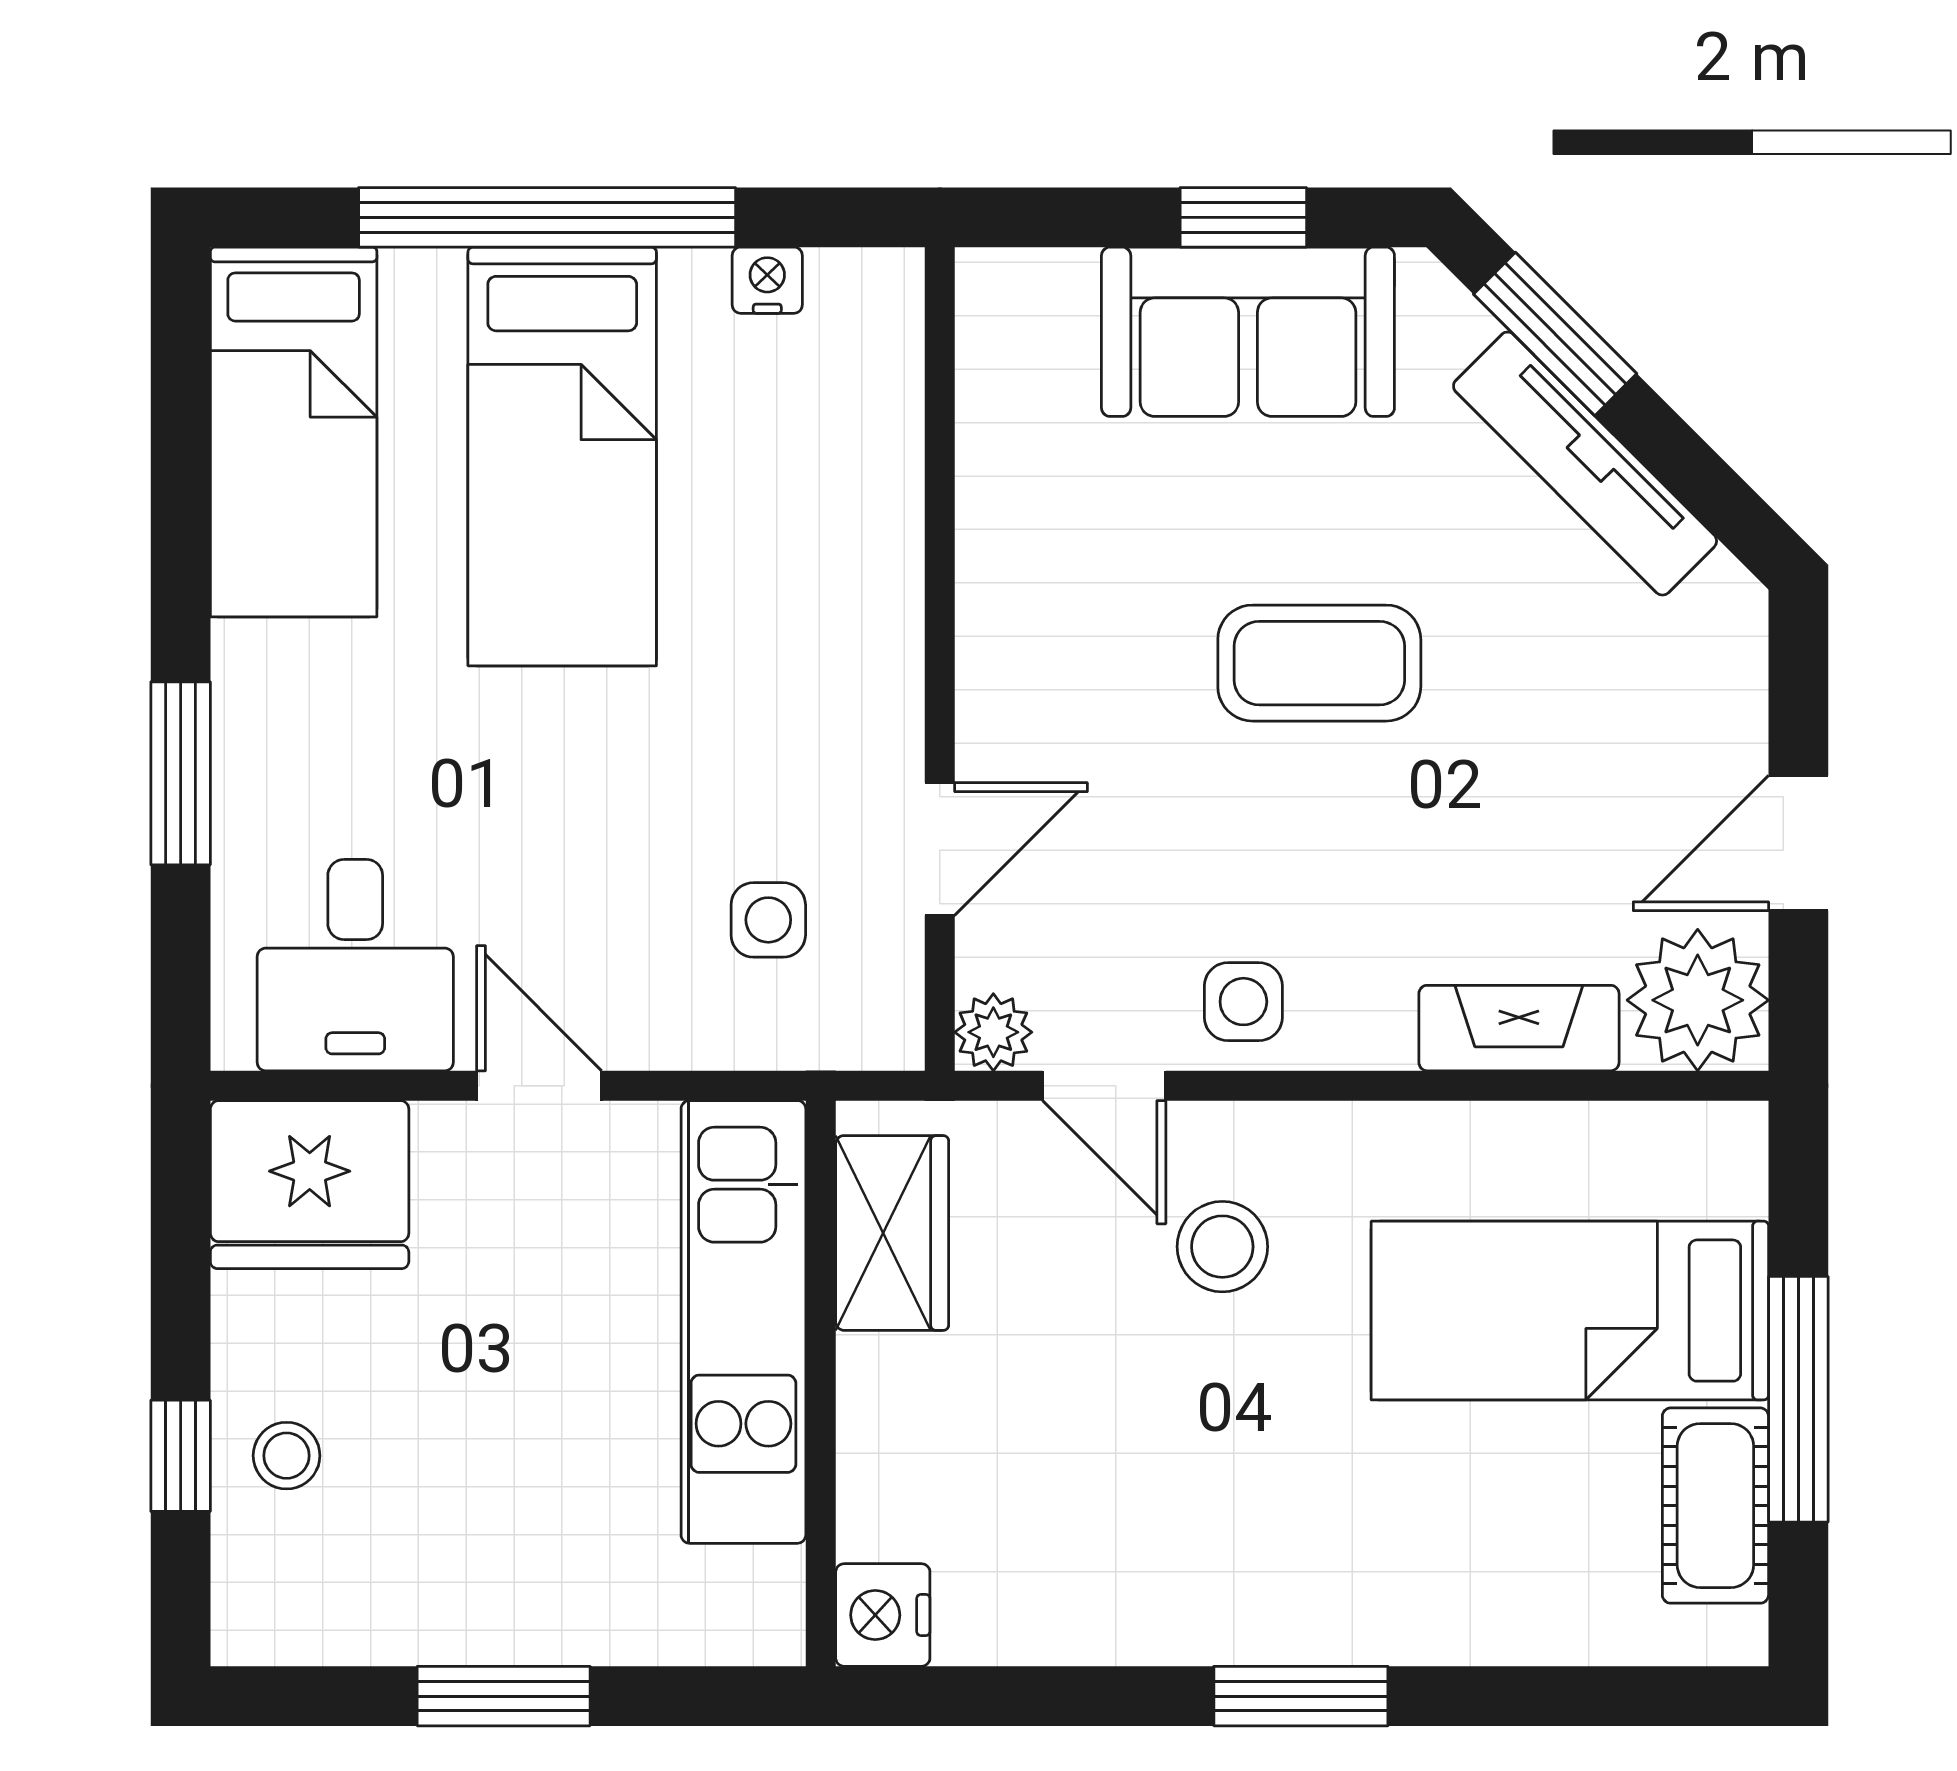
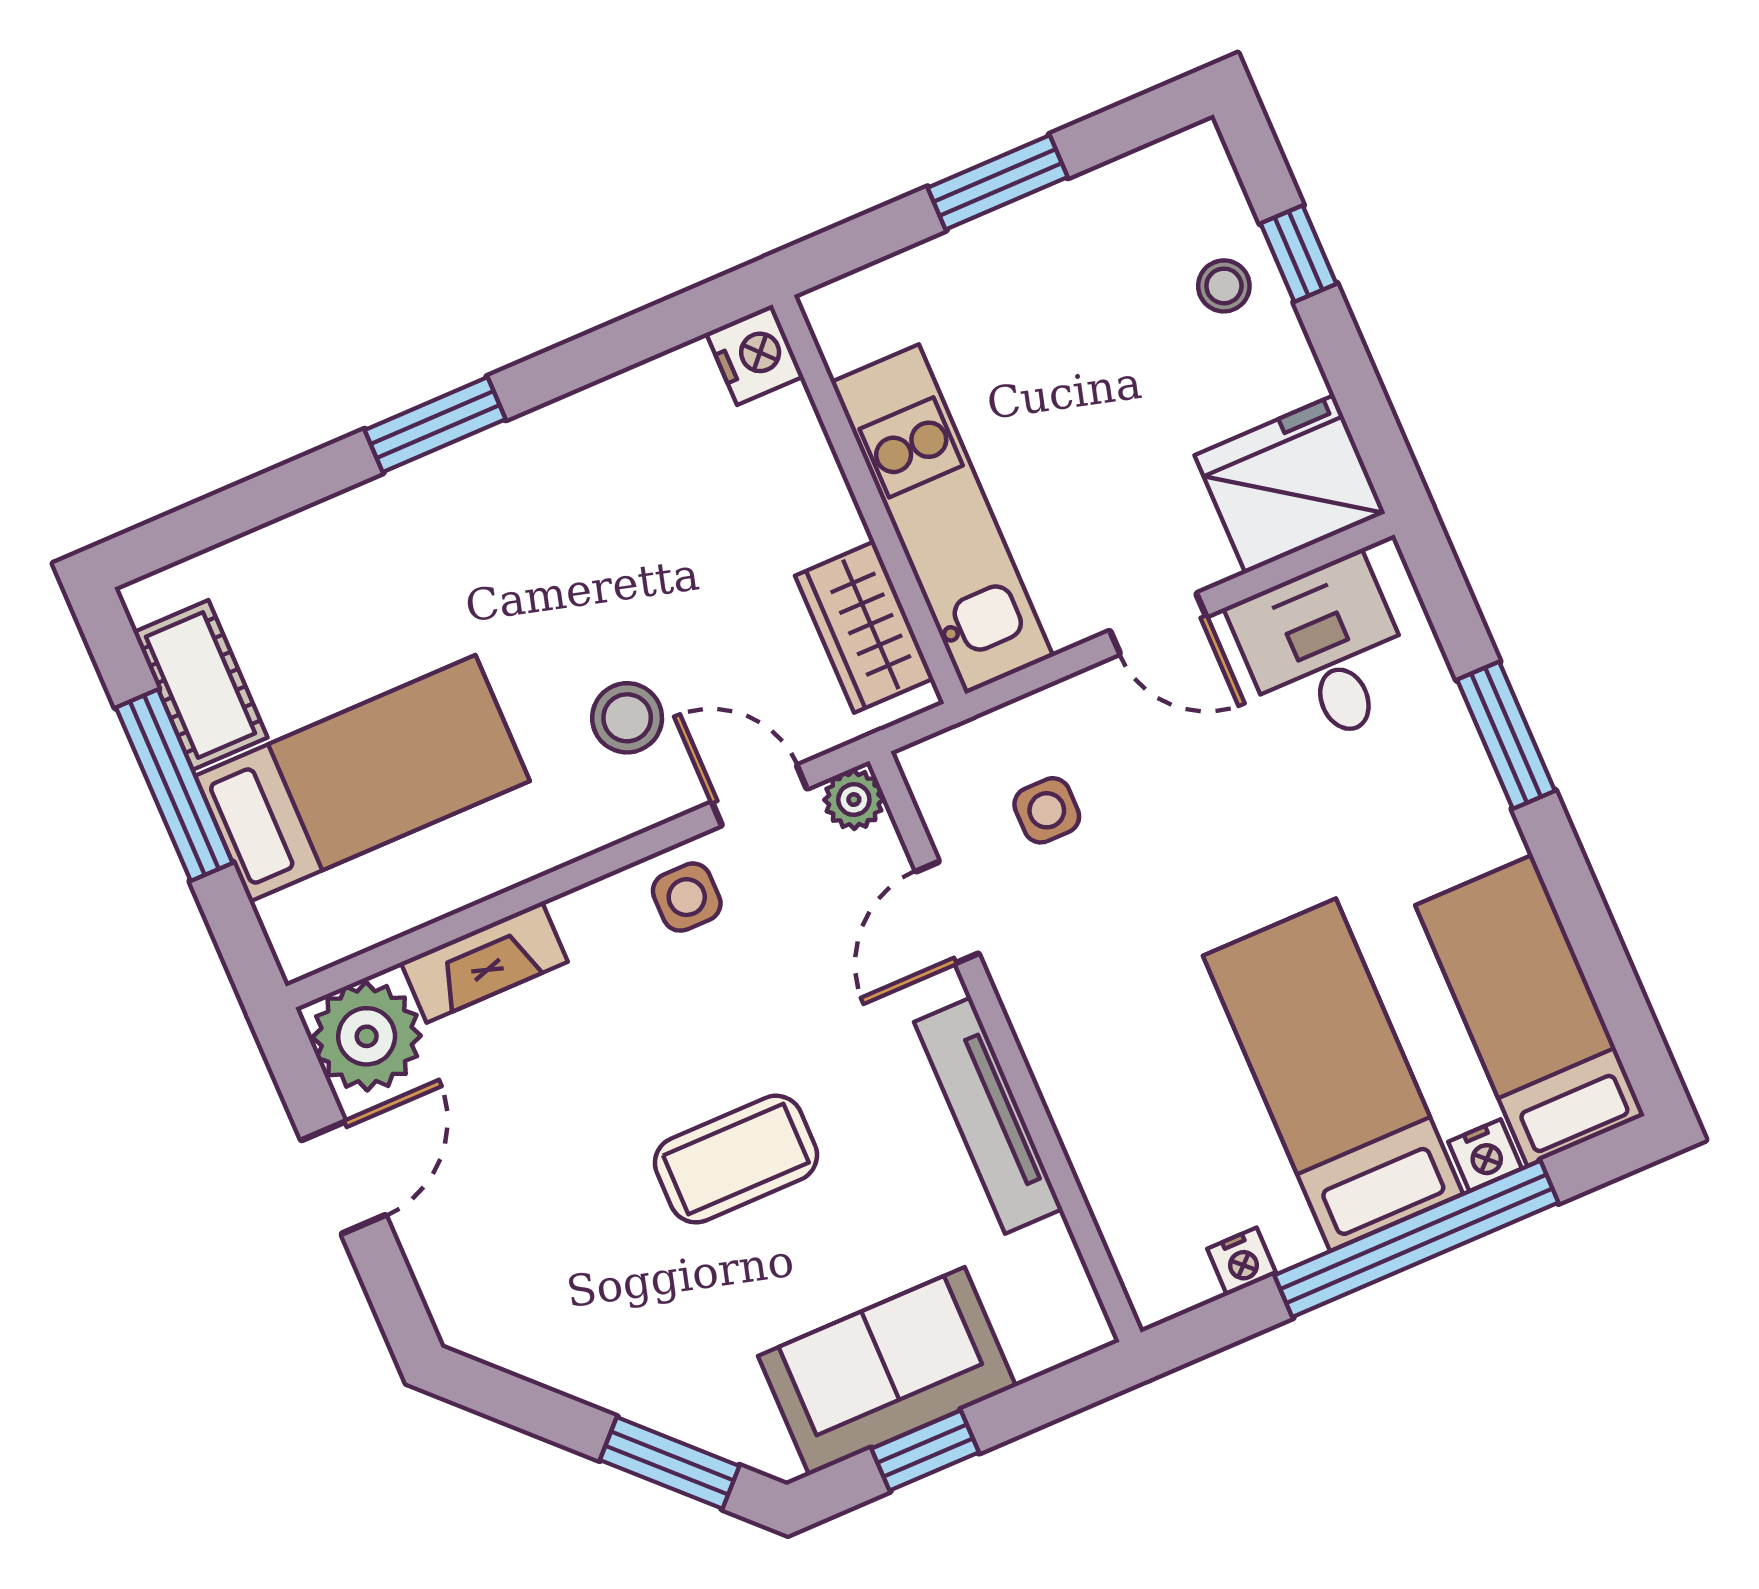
nightstand: (422, 282) -> (1485, 1155), added
tv unit: (1585, 464) -> (988, 1116), moved, turned -135

